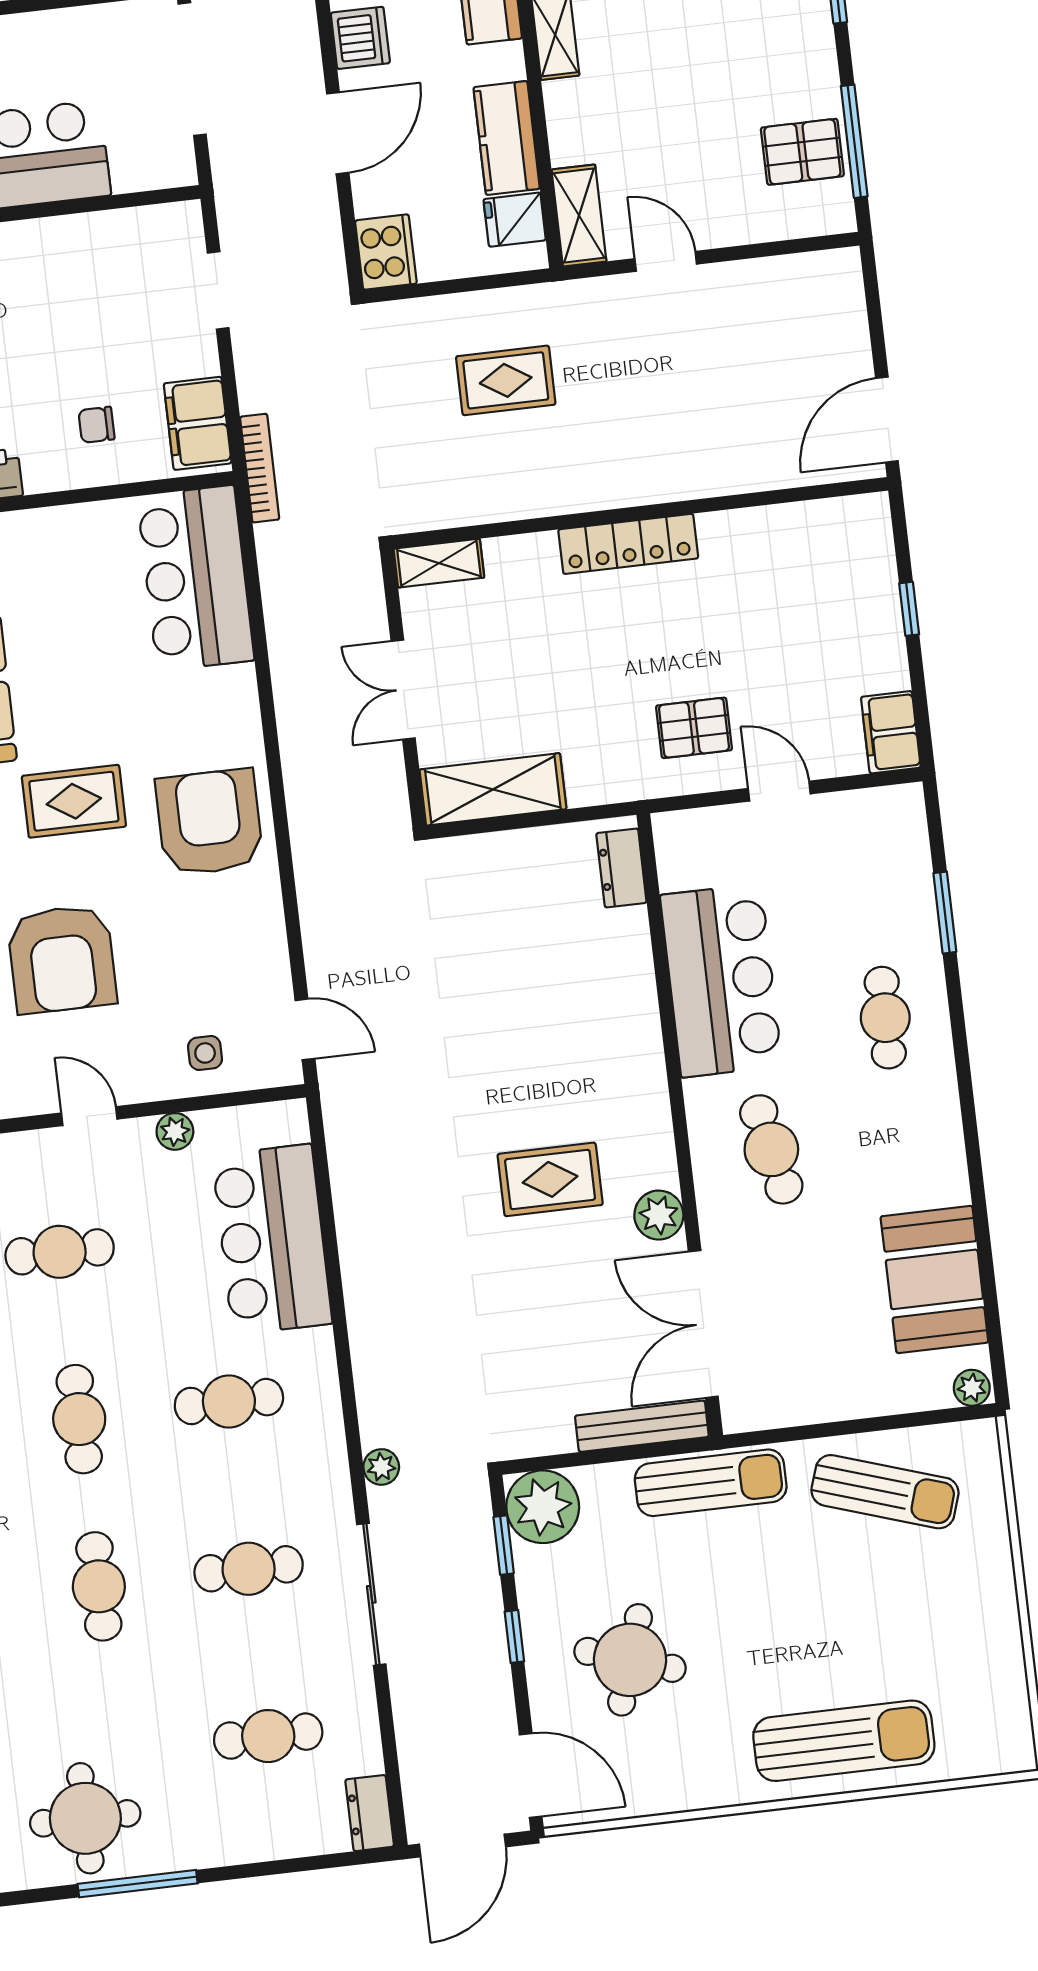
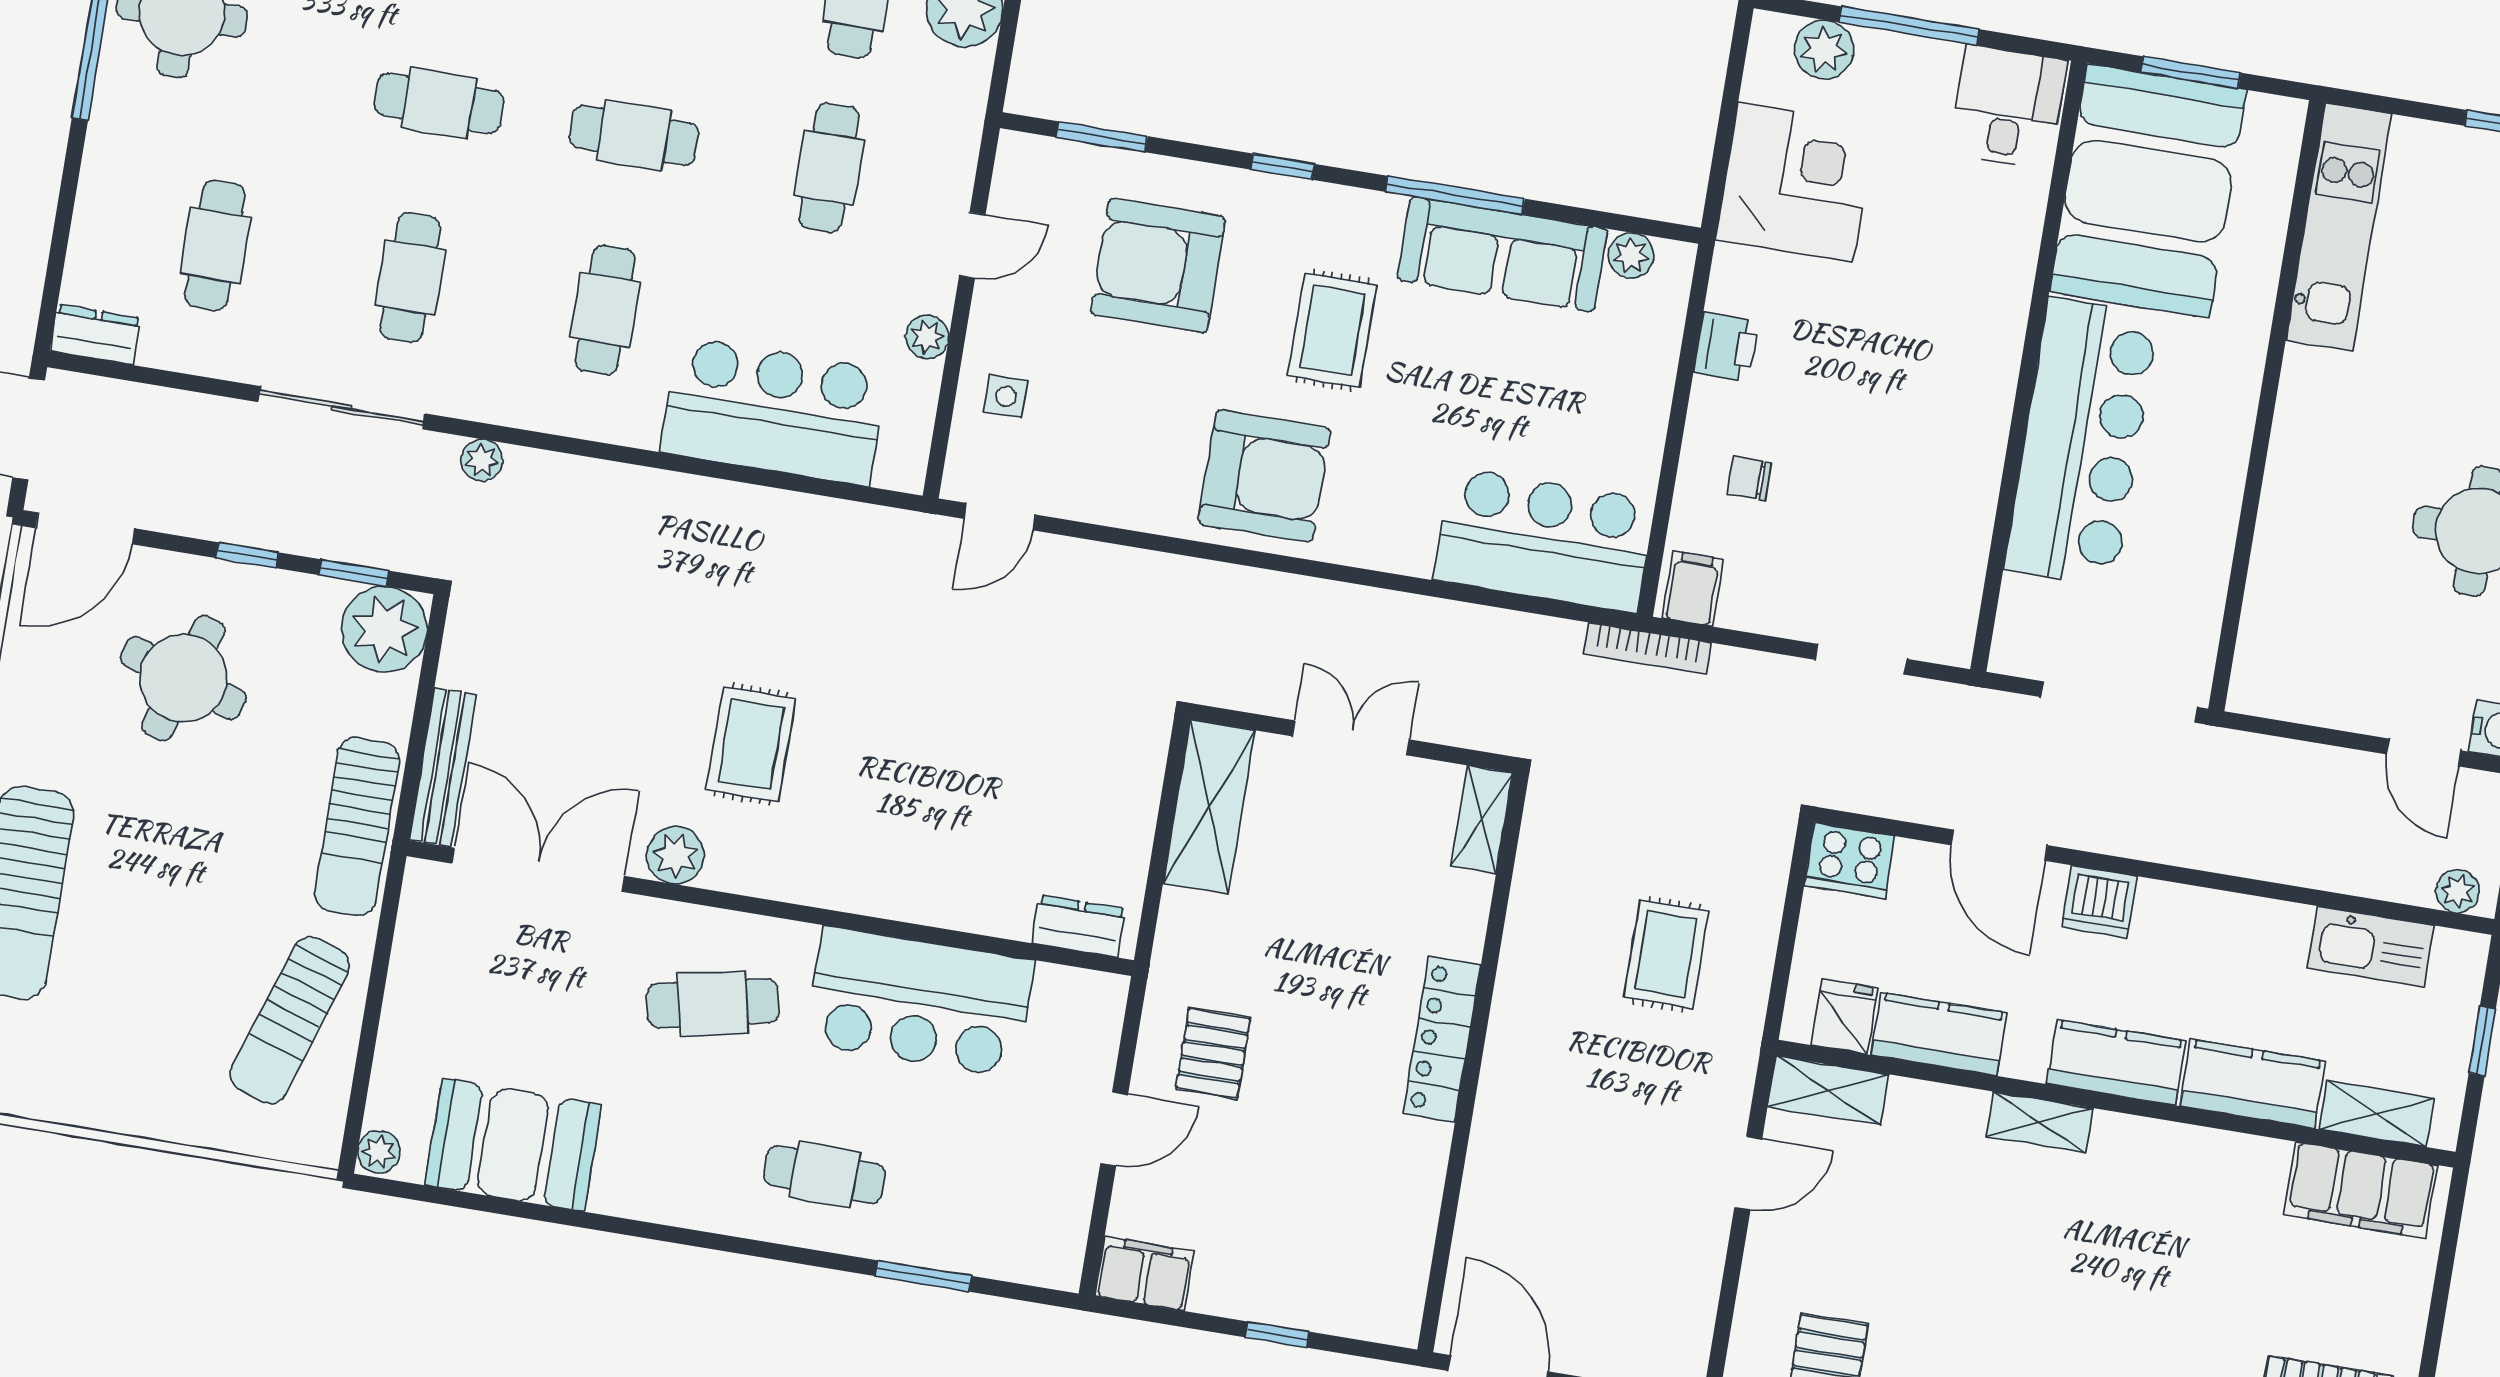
filing cabinet: (198, 423) -> (1693, 589), width x0.50
chair: (96, 425) -> (1749, 478), turned -90

